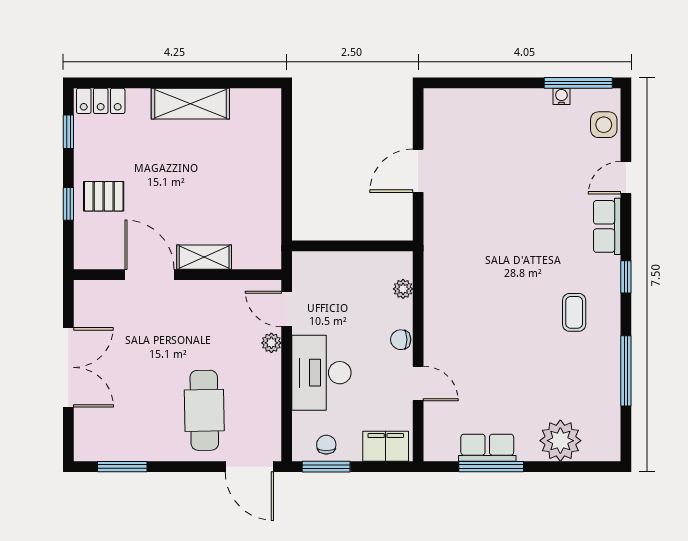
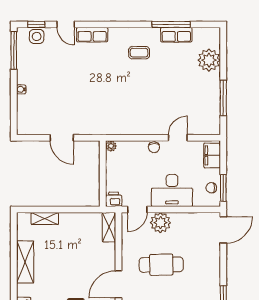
water cooler: (561, 96) -> (21, 89), moved
shelving: (270, 139) -> (45, 218), added
shelving: (204, 257) -> (109, 227), moved
printer: (305, 266) -> (114, 199), added
window: (626, 277) -> (36, 24), moved
plant: (403, 289) -> (111, 146), moved
plant: (271, 343) -> (160, 223), width x1.88, depth x1.88
cafe table: (204, 410) -> (161, 265), moved
row of seats: (487, 448) -> (176, 35), moved, turned -90

